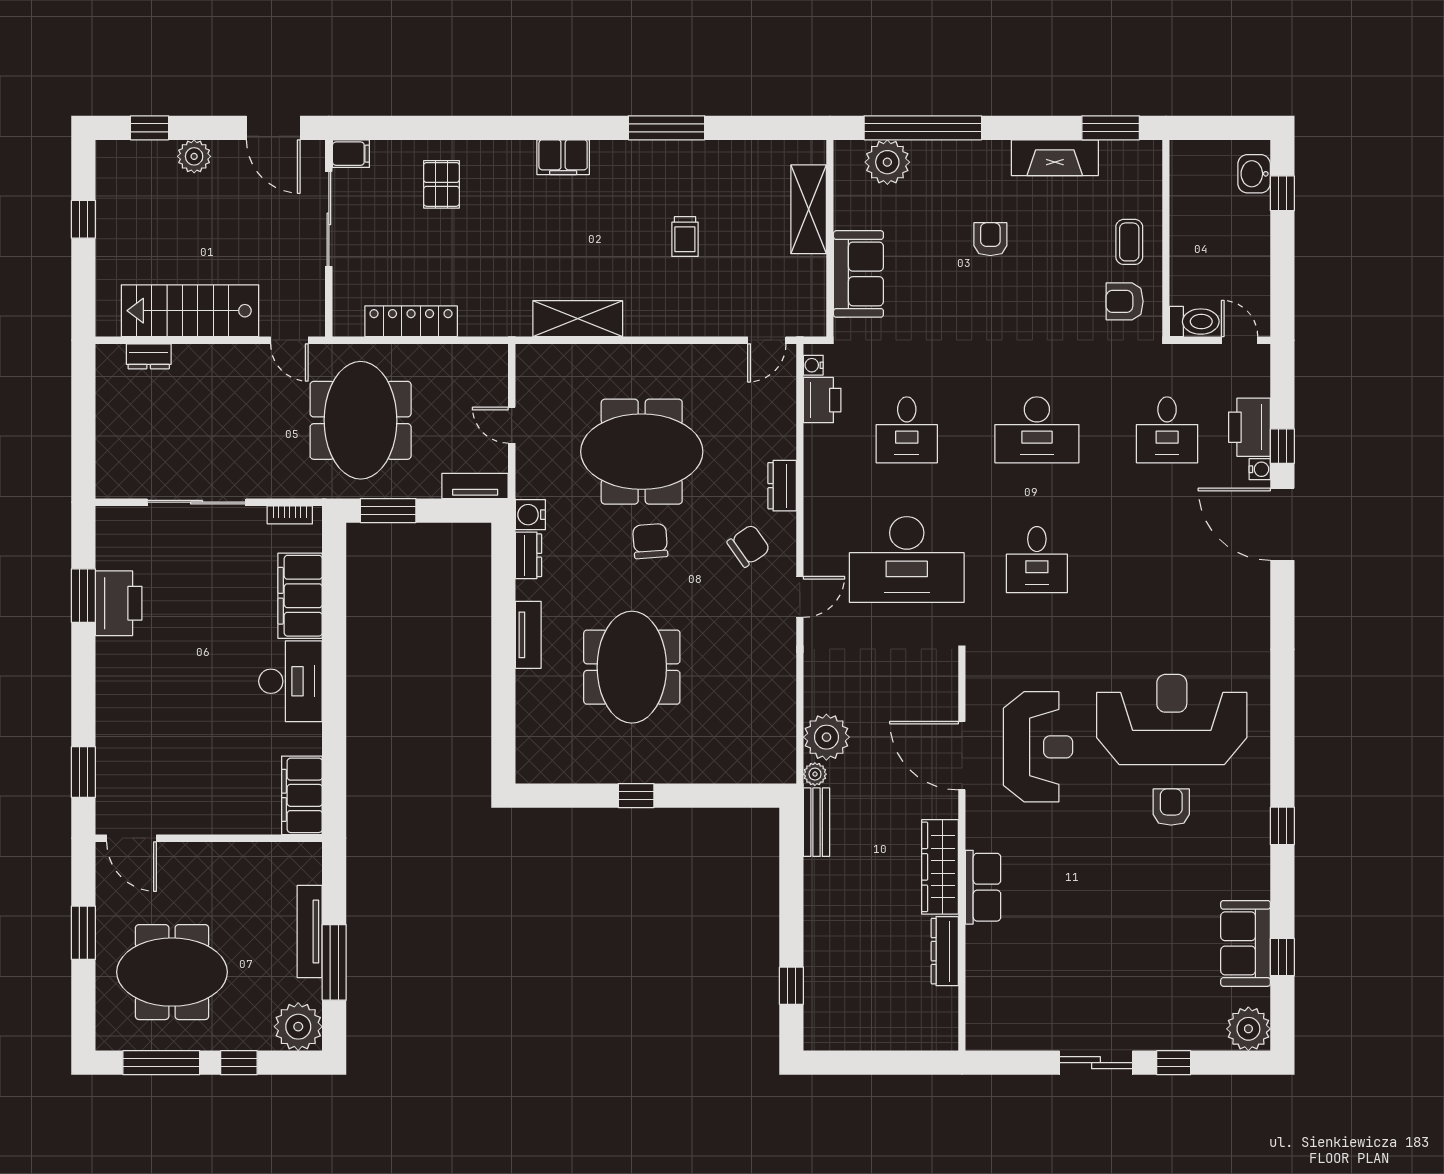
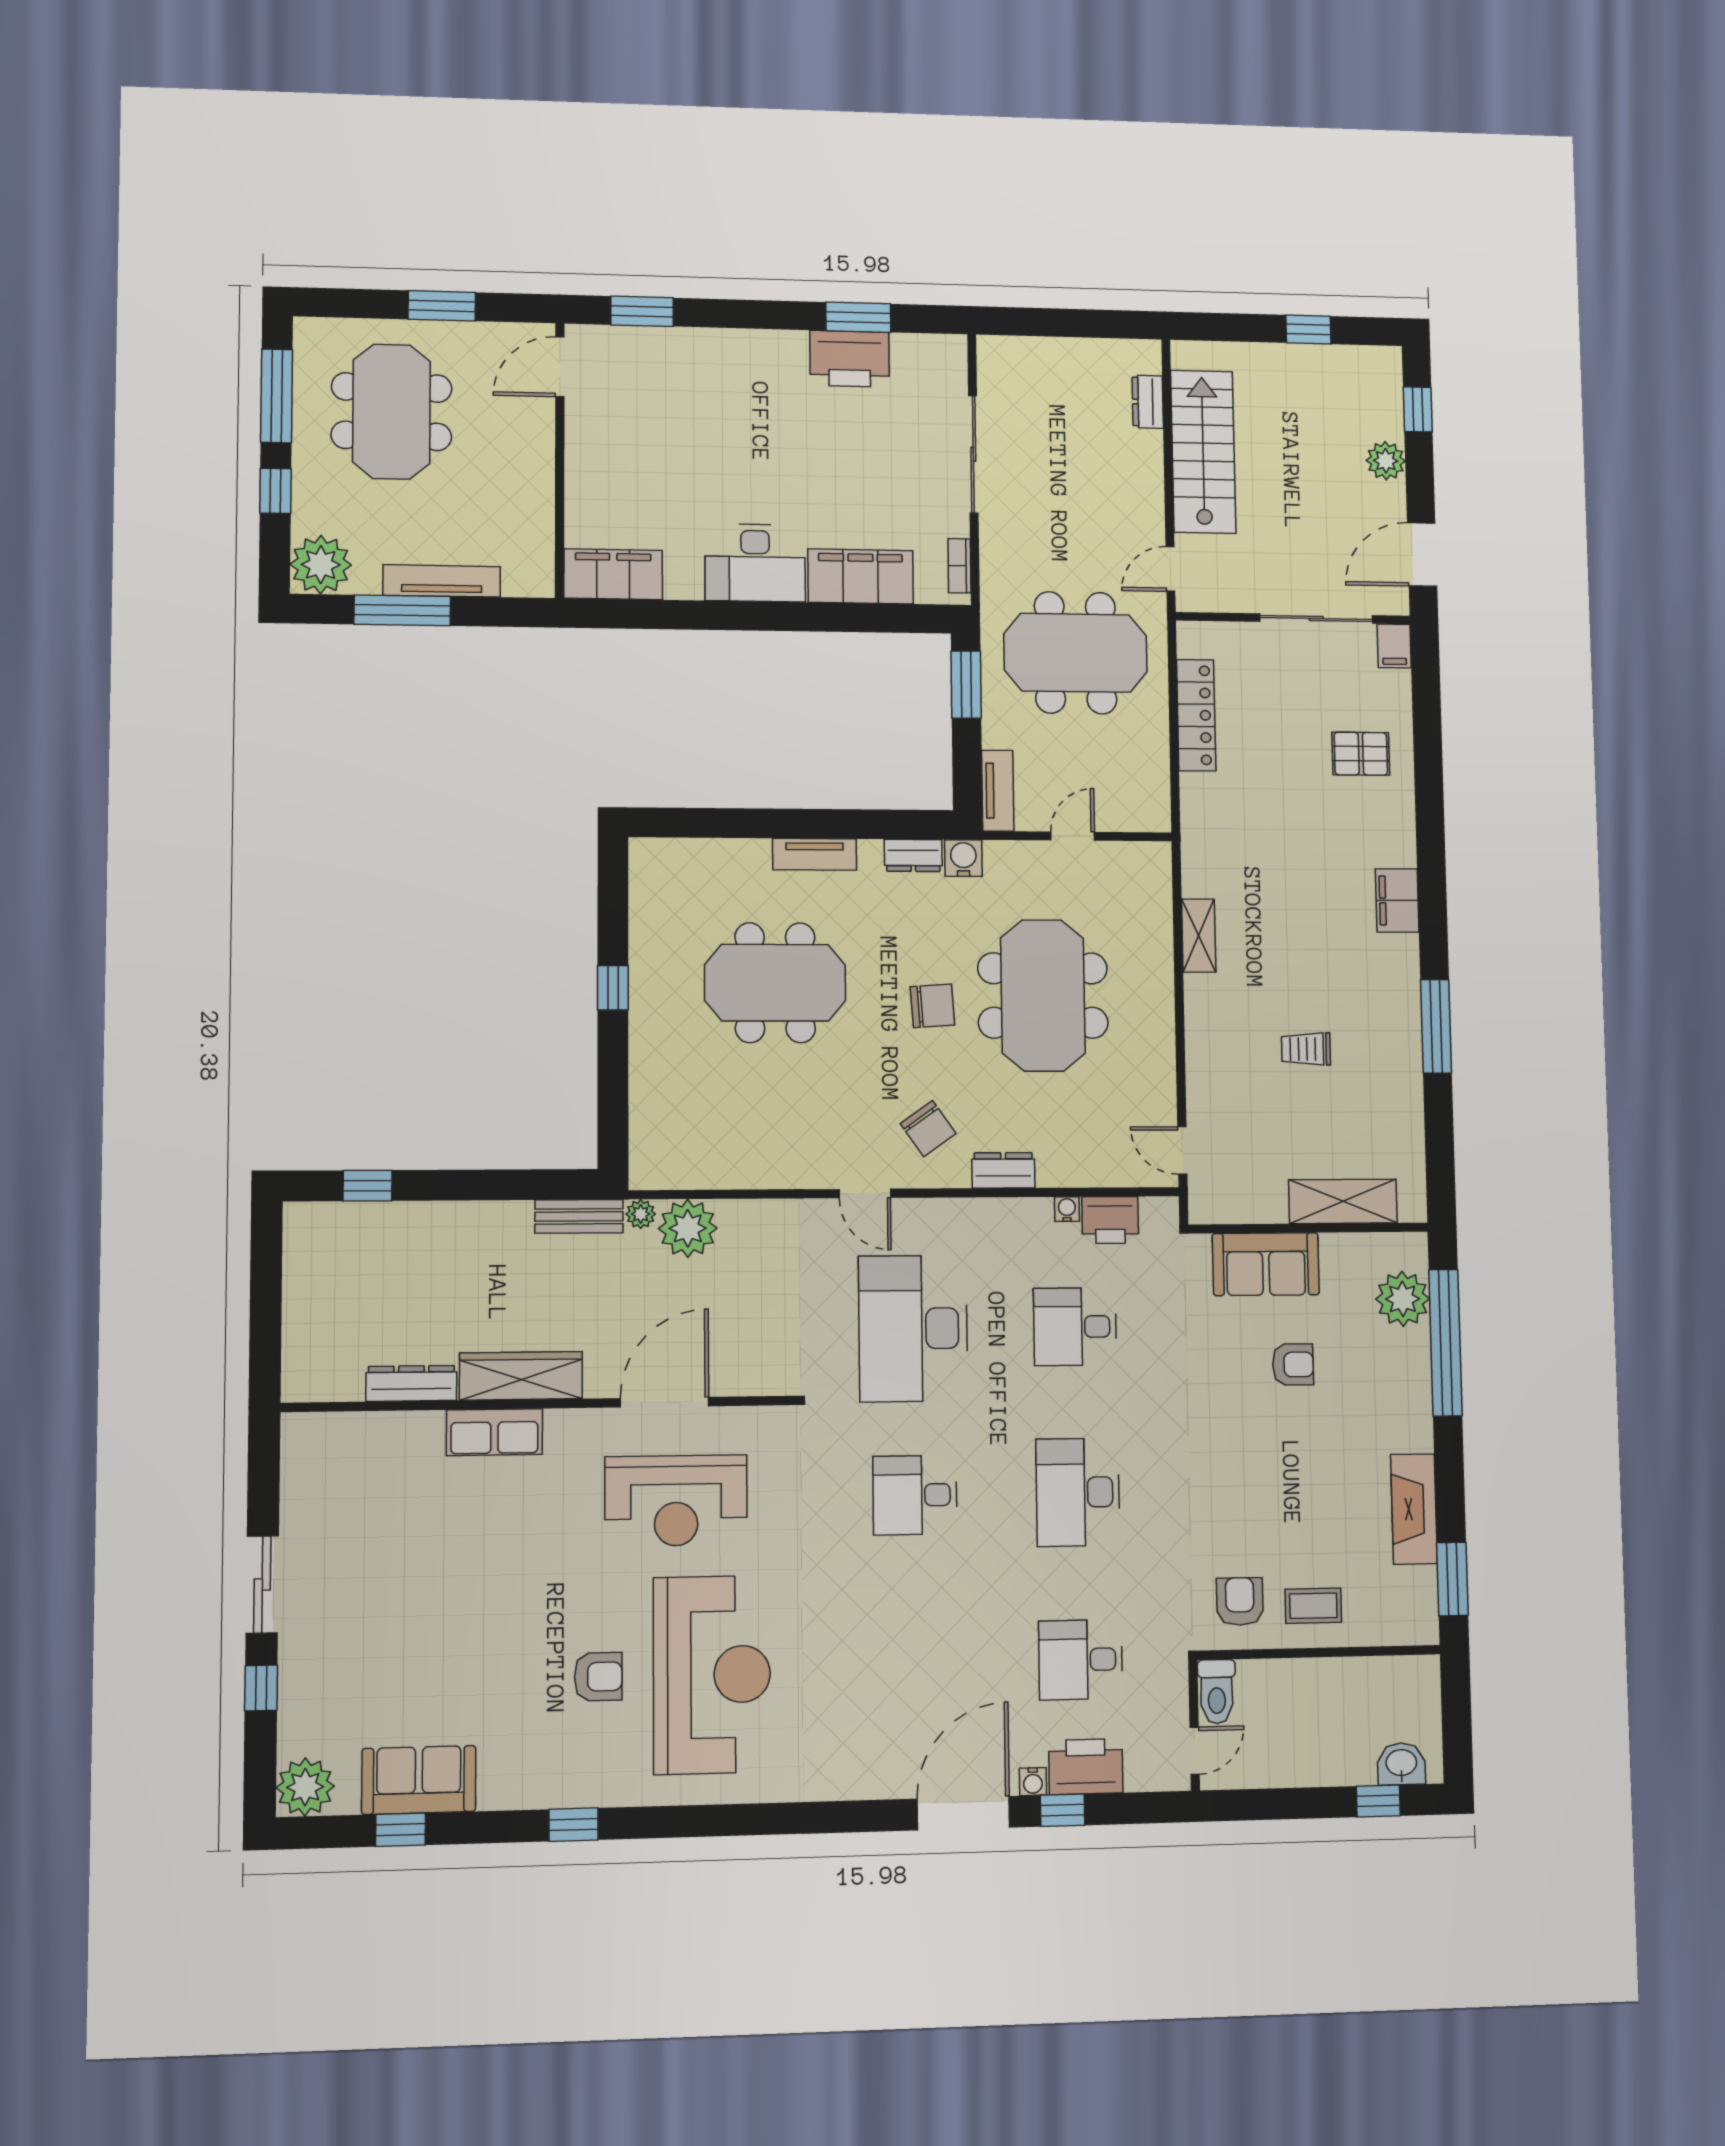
armchair: (990, 239) -> (1293, 1365), moved
shelving: (578, 319) -> (1199, 936), width x0.67, depth x0.75
water cooler: (813, 365) -> (1067, 1209), moved

